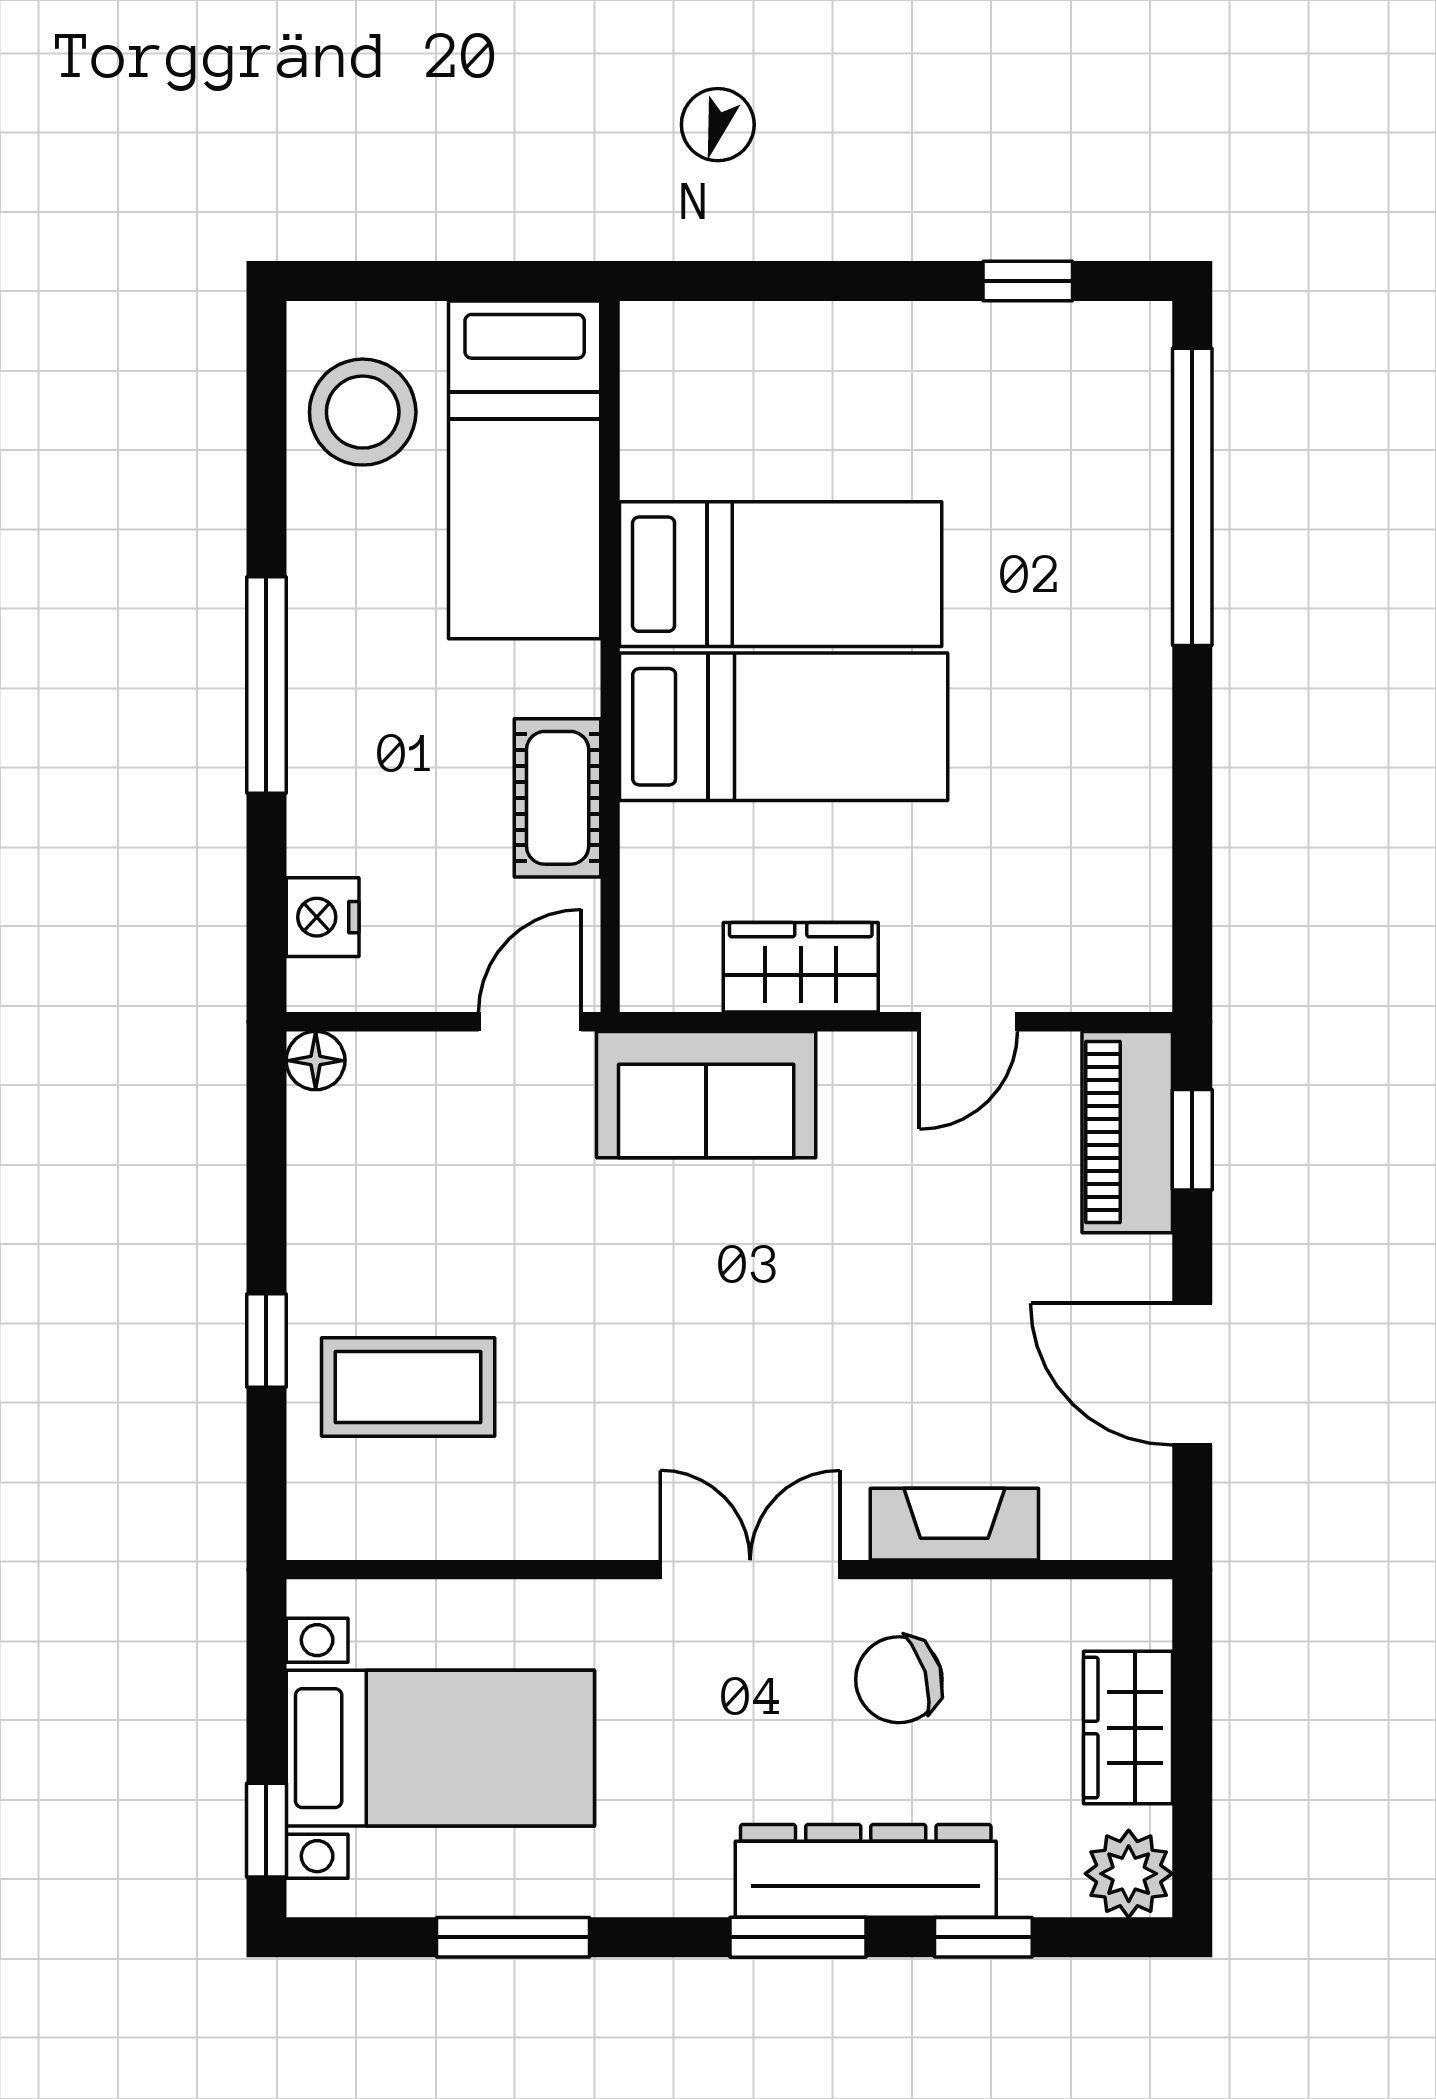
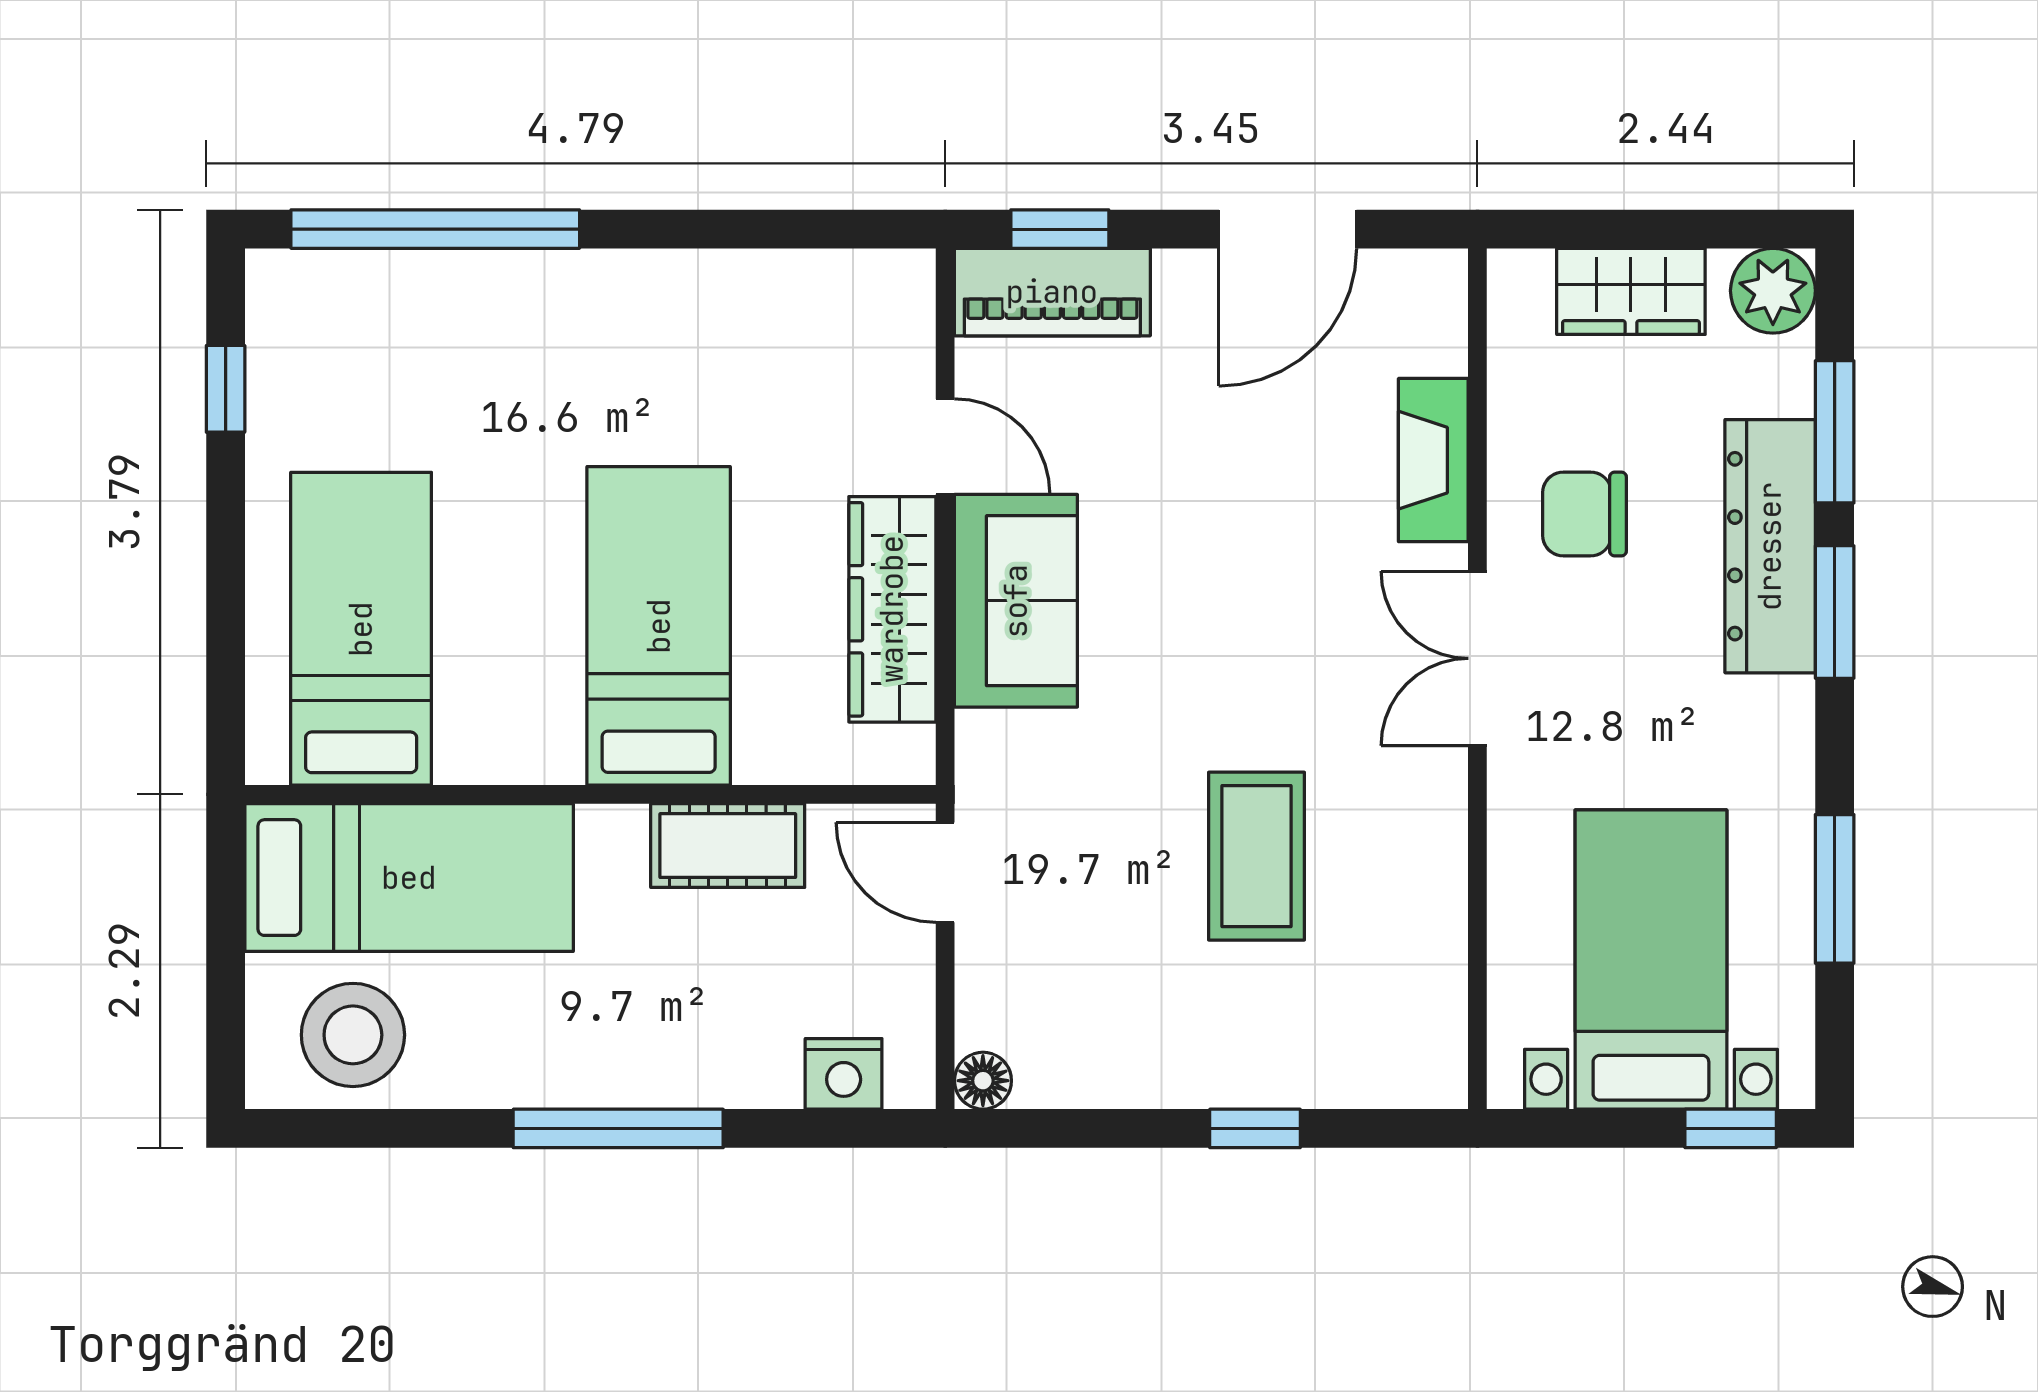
bed: (781, 574) -> (361, 629), moved
wardrobe: (801, 967) -> (892, 609), width x1.50
sofa: (706, 1095) -> (1016, 601), moved
coffee table: (408, 1387) -> (1256, 856), moved
chair: (899, 1680) -> (1584, 514), turned 107
window: (983, 1937) -> (1835, 432), width x1.50

